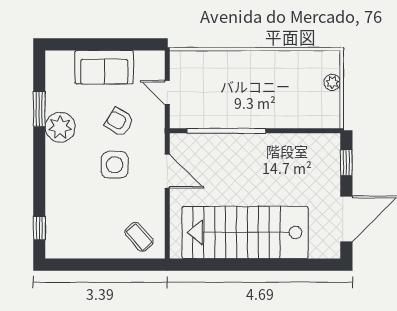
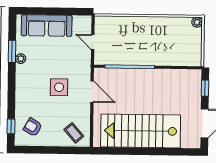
sofa: (104, 67) -> (47, 26), width x1.36
plant: (332, 82) -> (197, 22), moved
armchair: (119, 122) -> (33, 127), moved
plant: (60, 127) -> (21, 59), width x0.53, depth x0.53

